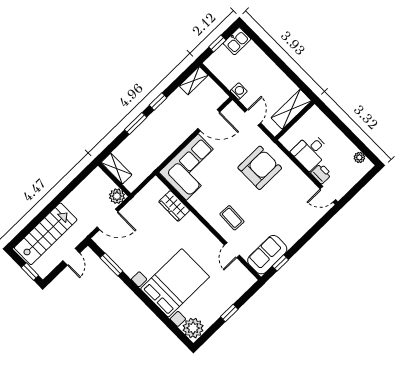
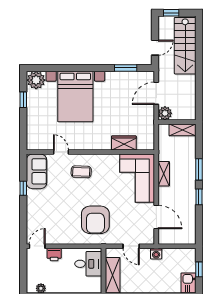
shelving: (194, 81) -> (164, 174), moved
door: (209, 120) -> (156, 217), swing flipped
desk: (310, 151) -> (88, 264), moved, turned 90
door: (71, 257) -> (155, 48), swing flipped
window: (280, 263) -> (23, 188), moved
window: (229, 313) -> (23, 100), moved

